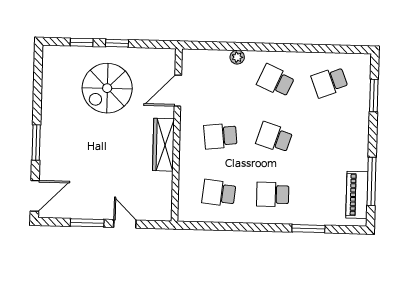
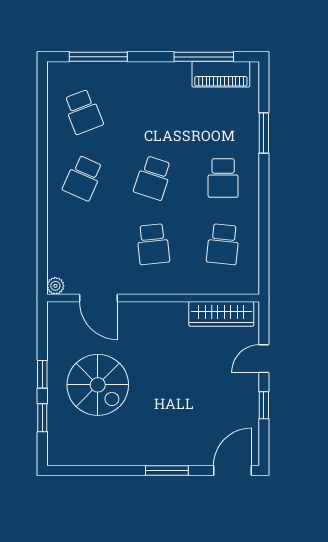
plant: (237, 57) -> (55, 286), moved
window: (374, 96) -> (98, 57), width x1.44
wardrobe: (163, 145) -> (221, 314), moved
door: (35, 196) -> (232, 470), hinge flipped
window: (87, 223) -> (264, 405), width x0.67

